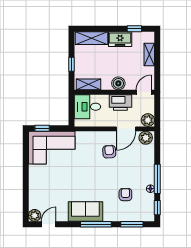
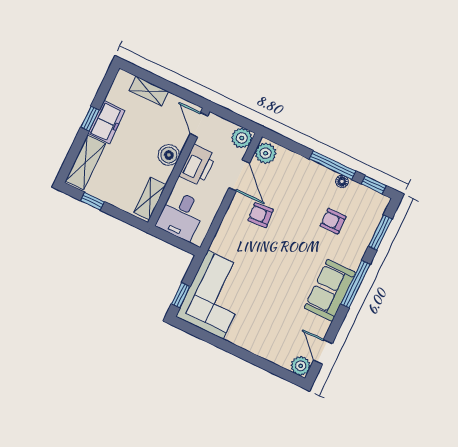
window: (134, 29) -> (90, 119), moved
window: (71, 64) -> (92, 201), moved

